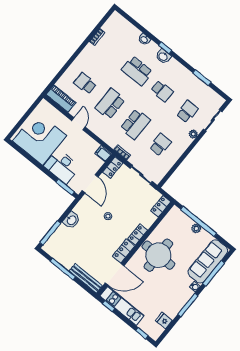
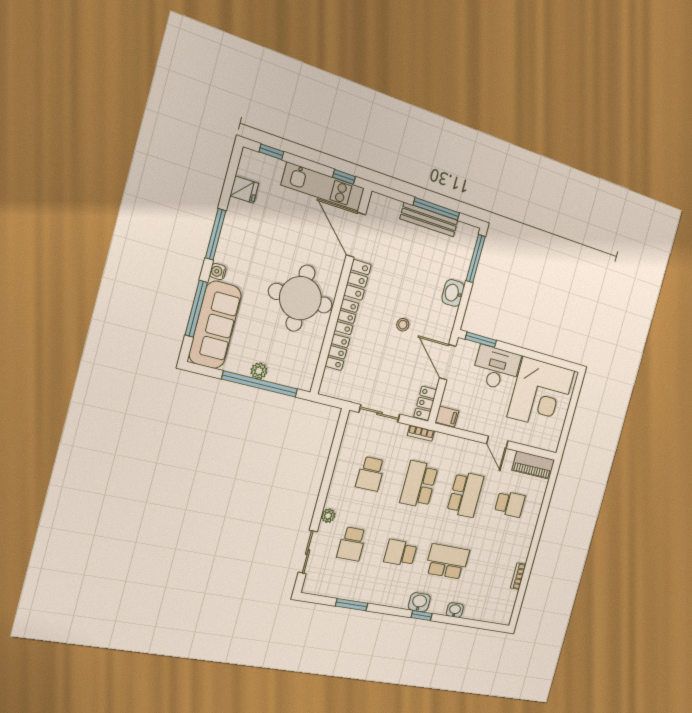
locker: (161, 206) -> (337, 352), moved
door: (115, 274) -> (356, 235), hinge flipped
bench: (86, 278) -> (429, 220), moved

